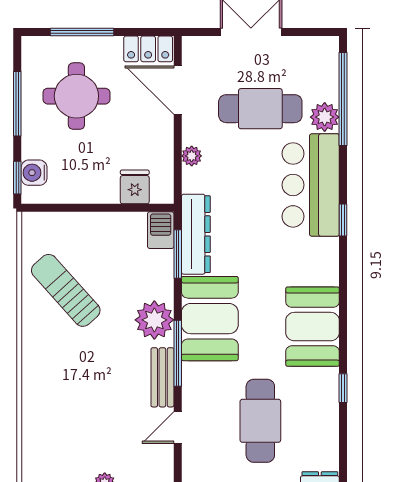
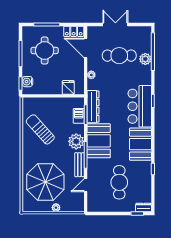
bar counter: (311, 185) -> (140, 106), moved
barbecue: (161, 230) -> (79, 116), moved
parasol: (78, 420) -> (45, 182), added

